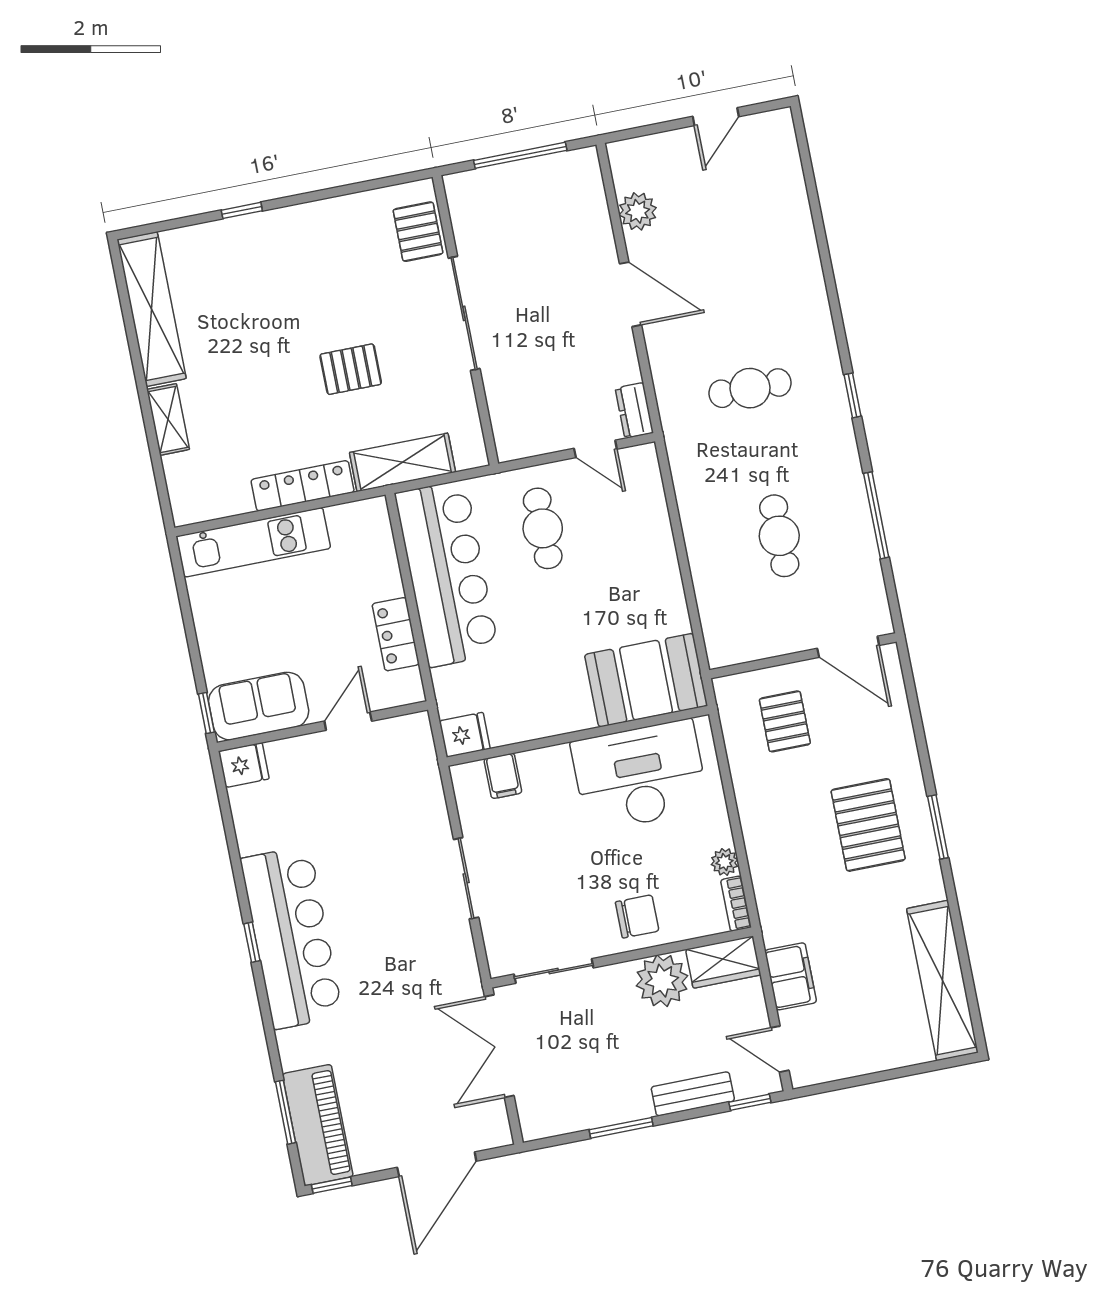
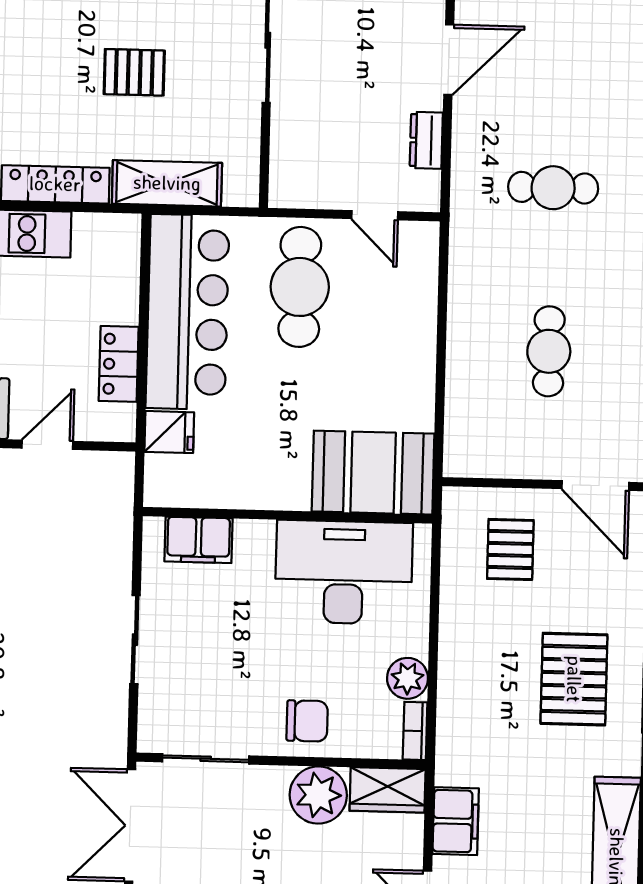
door: (630, 294) -> (449, 60), hinge flipped
dresser: (634, 410) -> (426, 140), moved
cafe table: (543, 528) -> (300, 287), width x1.37, depth x1.35
fridge: (465, 735) -> (169, 432), moved
filing cabinet: (503, 776) -> (198, 540), width x2.00
plant: (725, 862) -> (407, 678), width x1.38, depth x1.38

